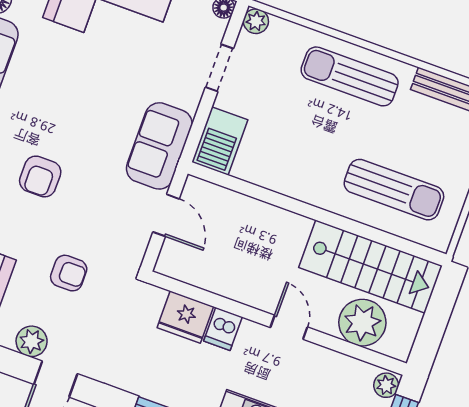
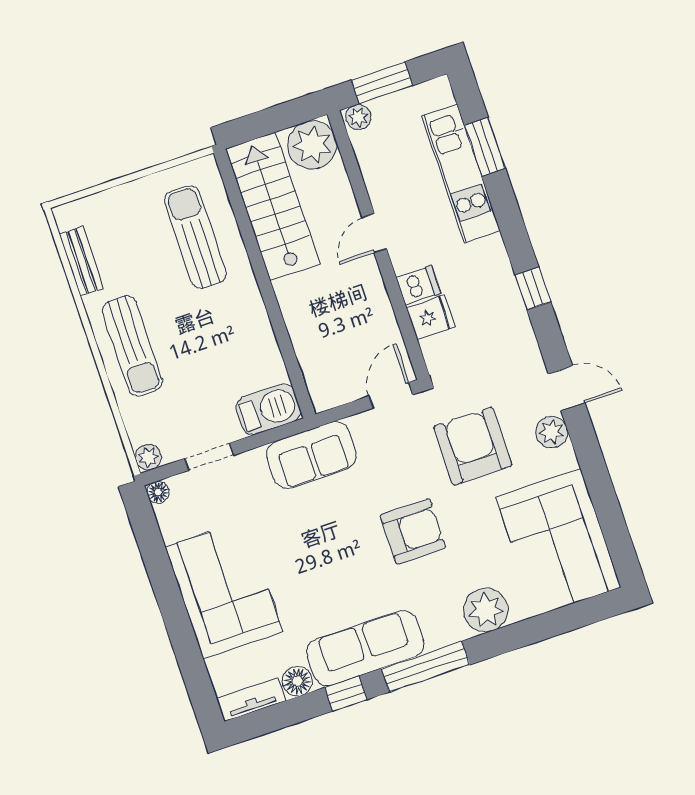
armchair: (40, 176) -> (413, 531), width x1.38, depth x1.38
door: (166, 215) -> (391, 395), moved
armchair: (69, 273) -> (473, 446), width x1.88, depth x1.88
fridge: (185, 317) -> (431, 317), width x0.72
plant: (362, 323) -> (312, 145), moved

